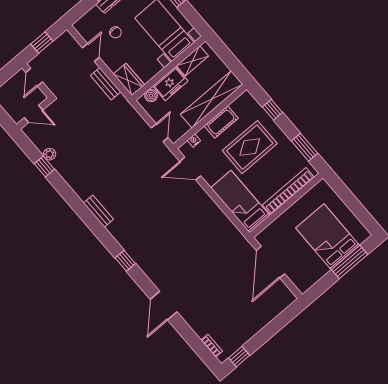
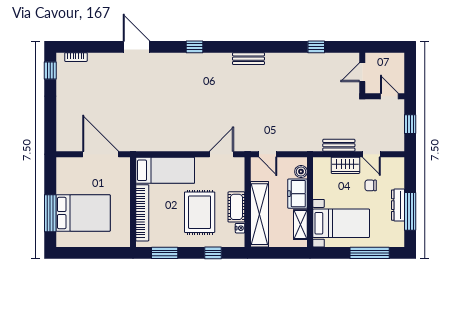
wardrobe: (129, 79) -> (345, 165), moved
nightstand: (194, 141) -> (240, 228), moved
plant: (50, 154) -> (322, 59), removed

